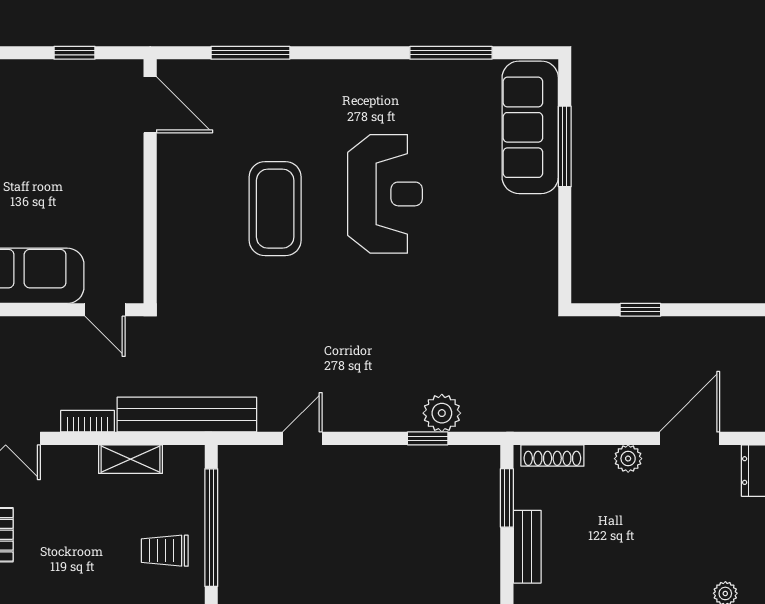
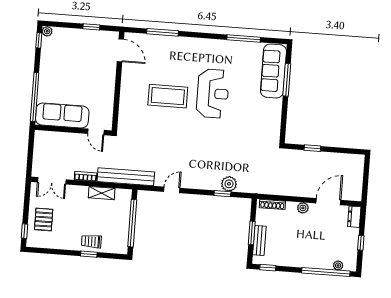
coffee table: (275, 209) -> (168, 96), turned 90
window: (507, 498) -> (252, 233), moved
trolley: (165, 551) -> (91, 241), moved

